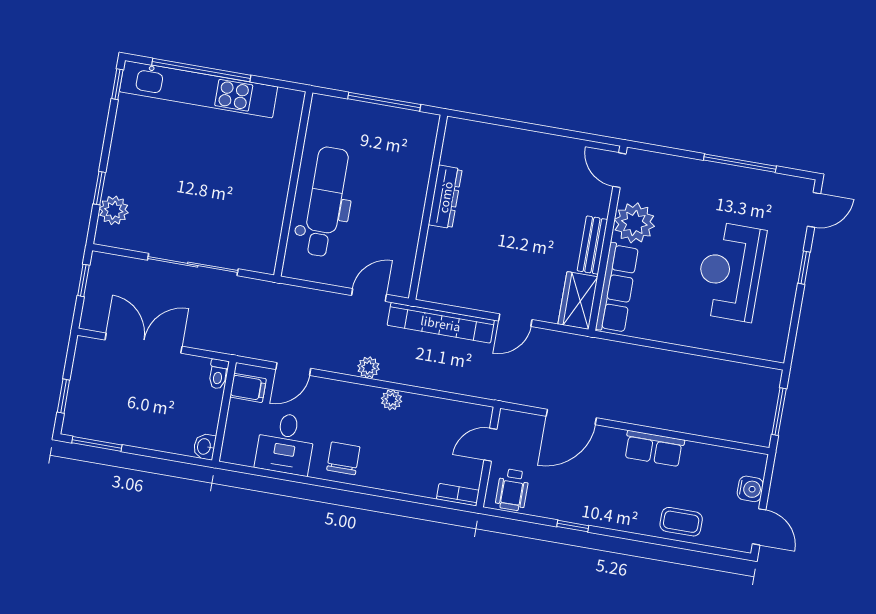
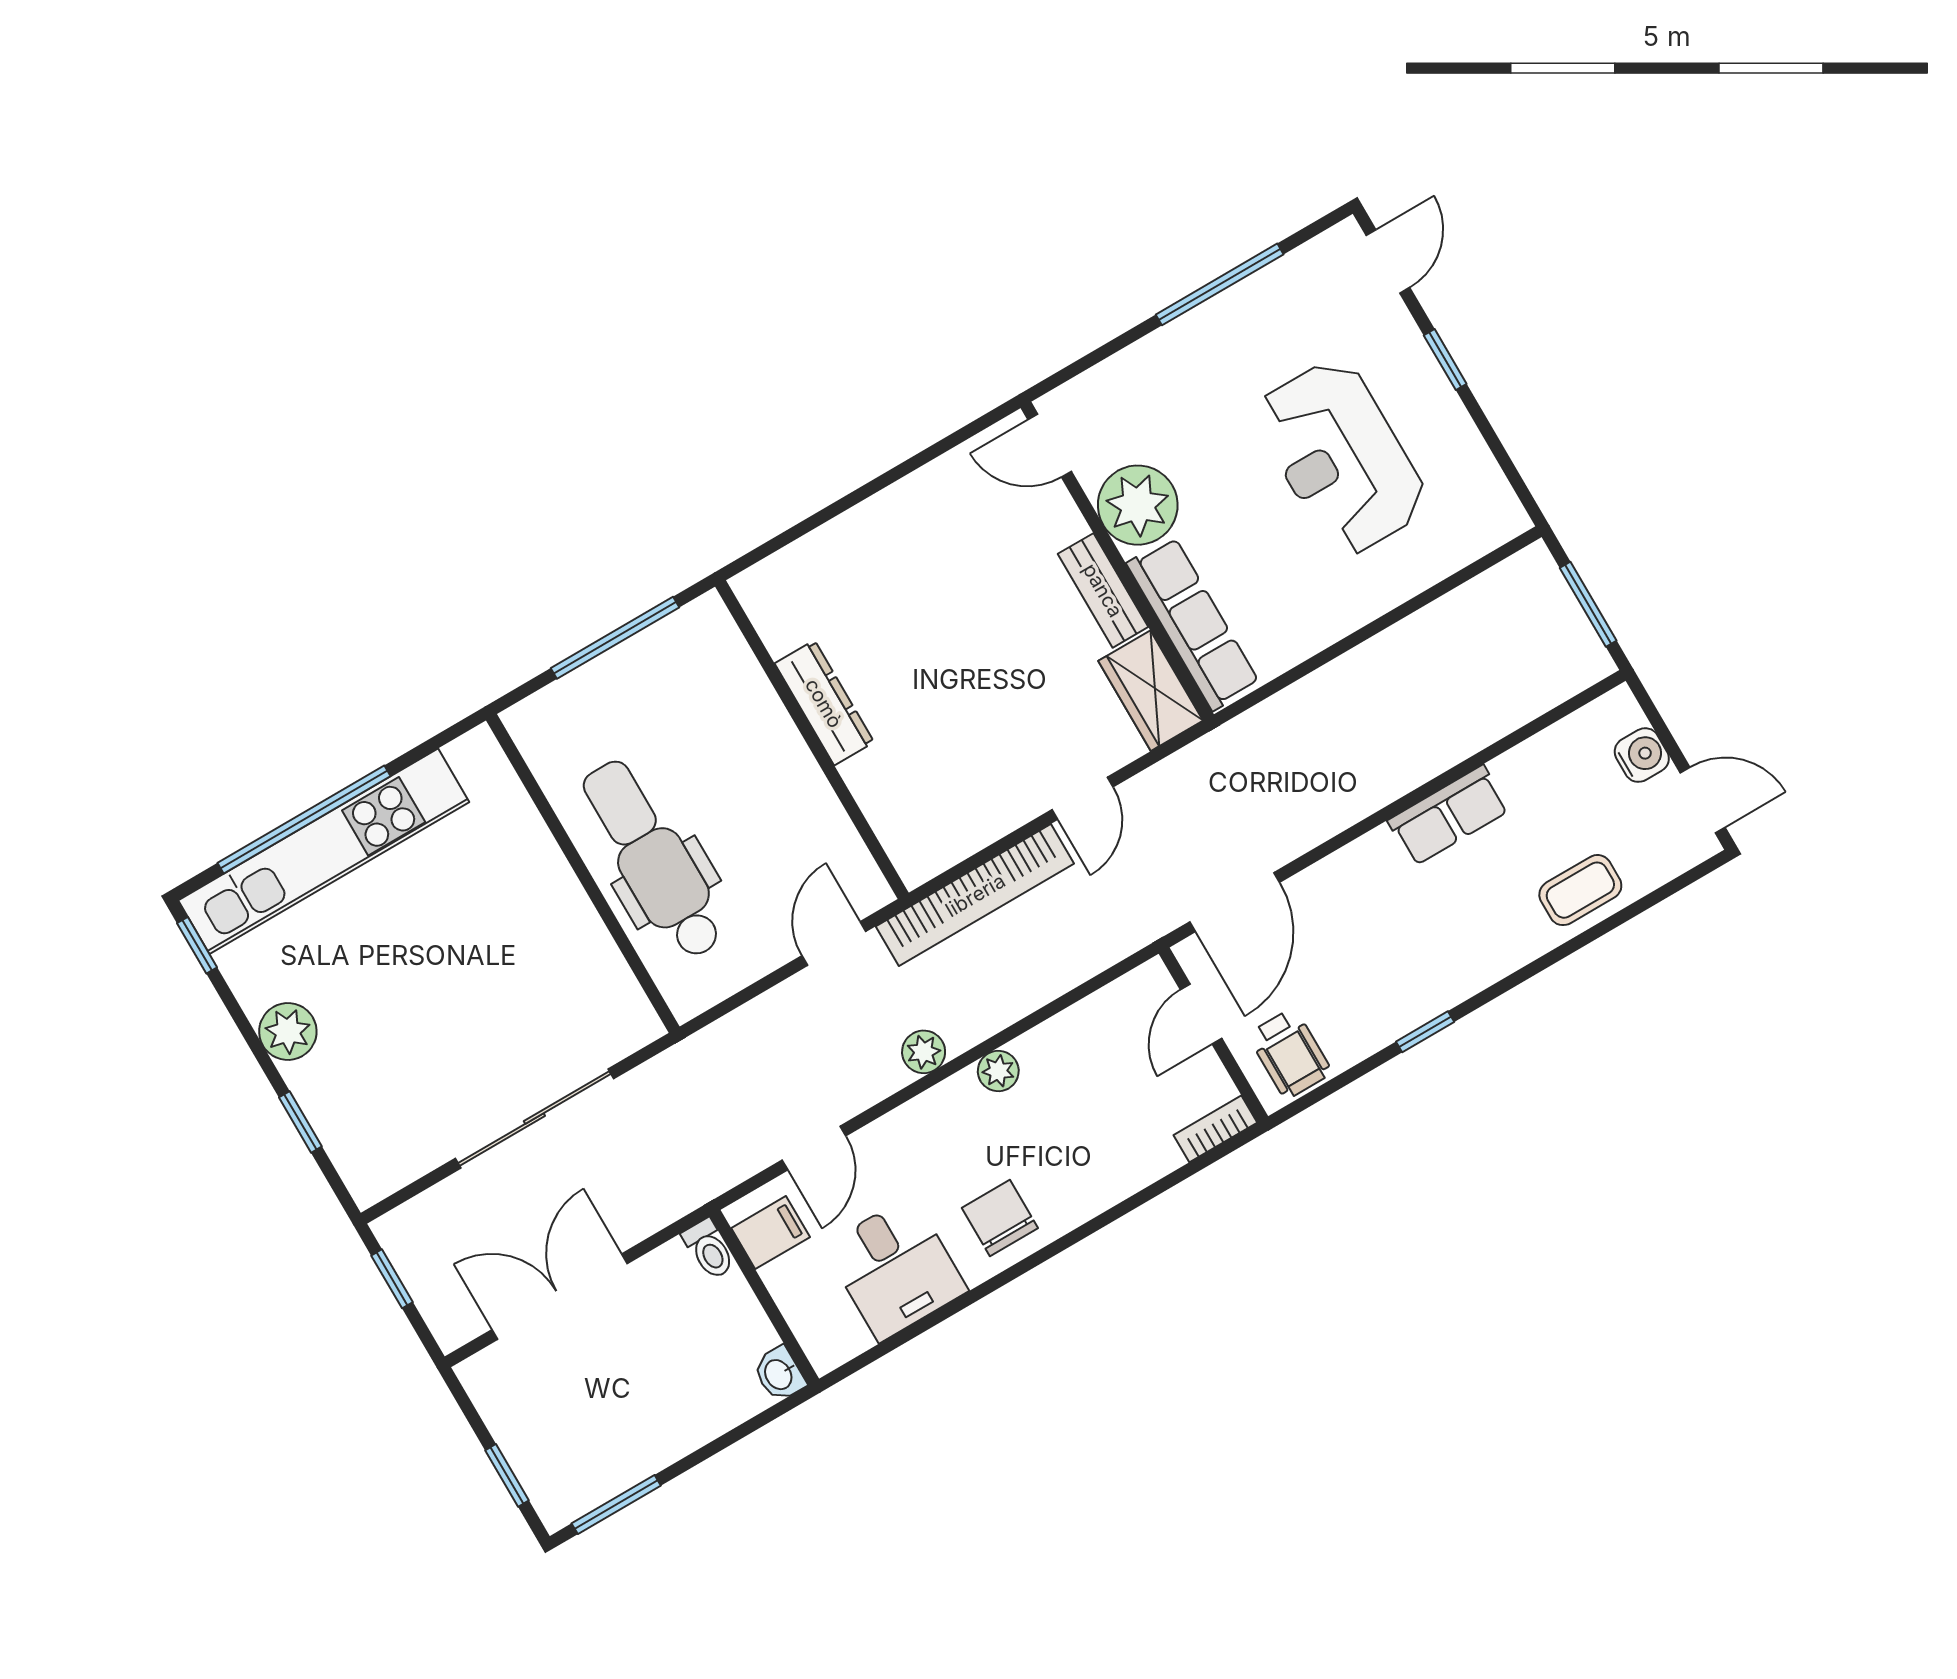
plant: (114, 210) -> (288, 1031), moved
door: (571, 417) -> (1235, 902), moved

